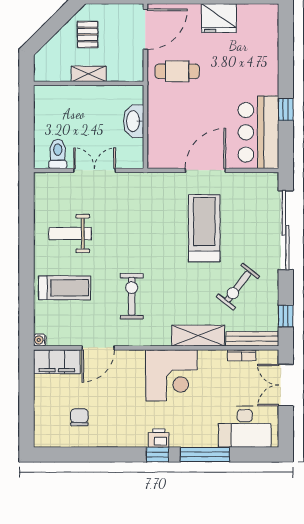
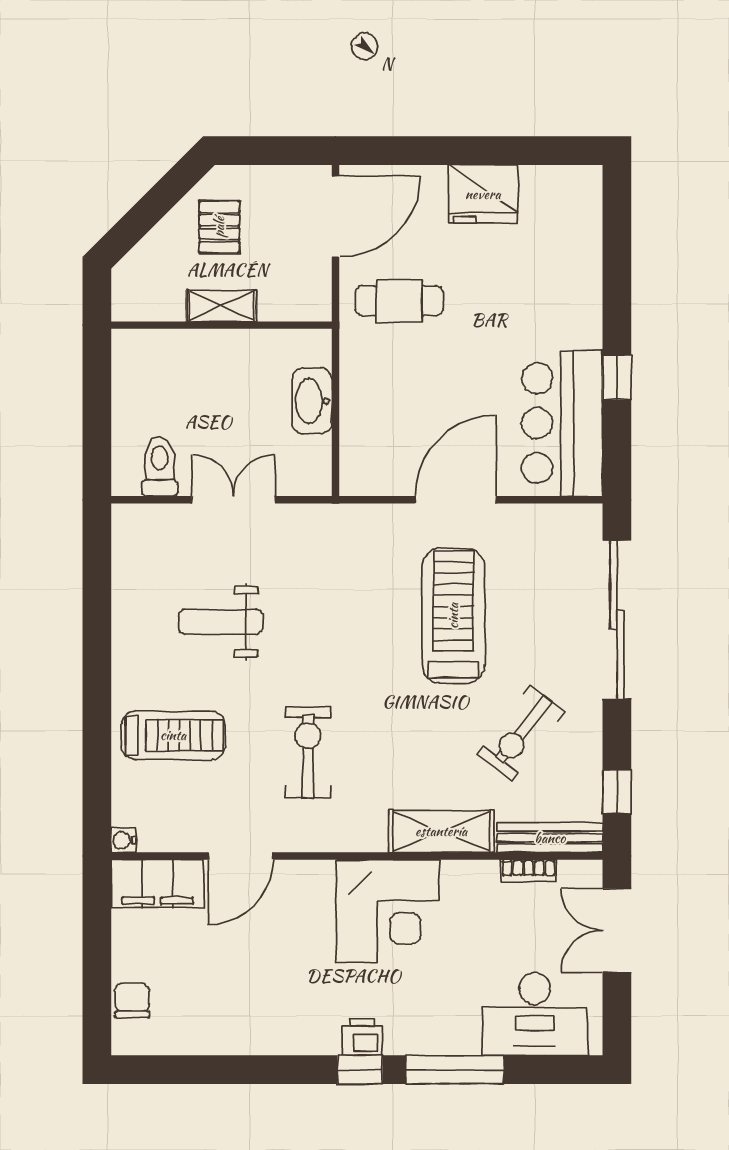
weight bench: (70, 234) -> (220, 622), moved
chair: (79, 417) -> (132, 1001), moved

